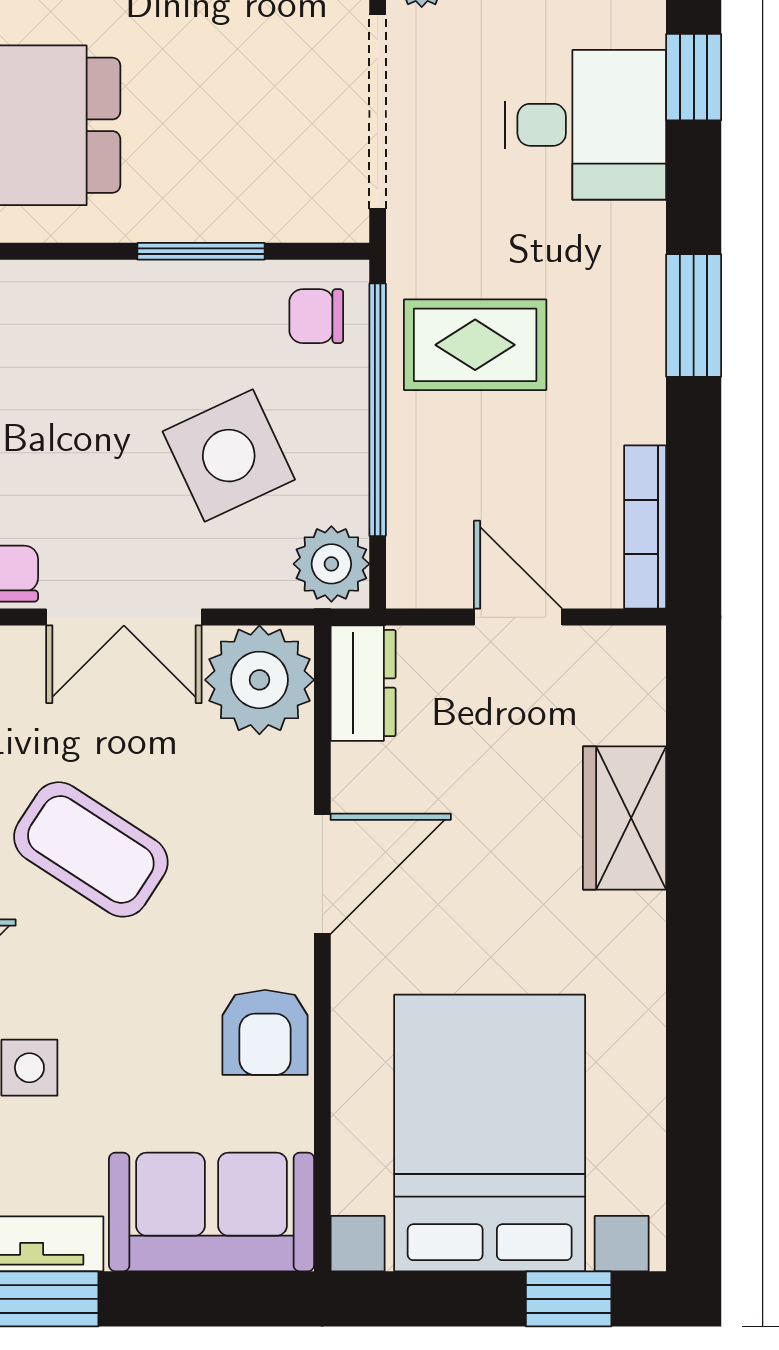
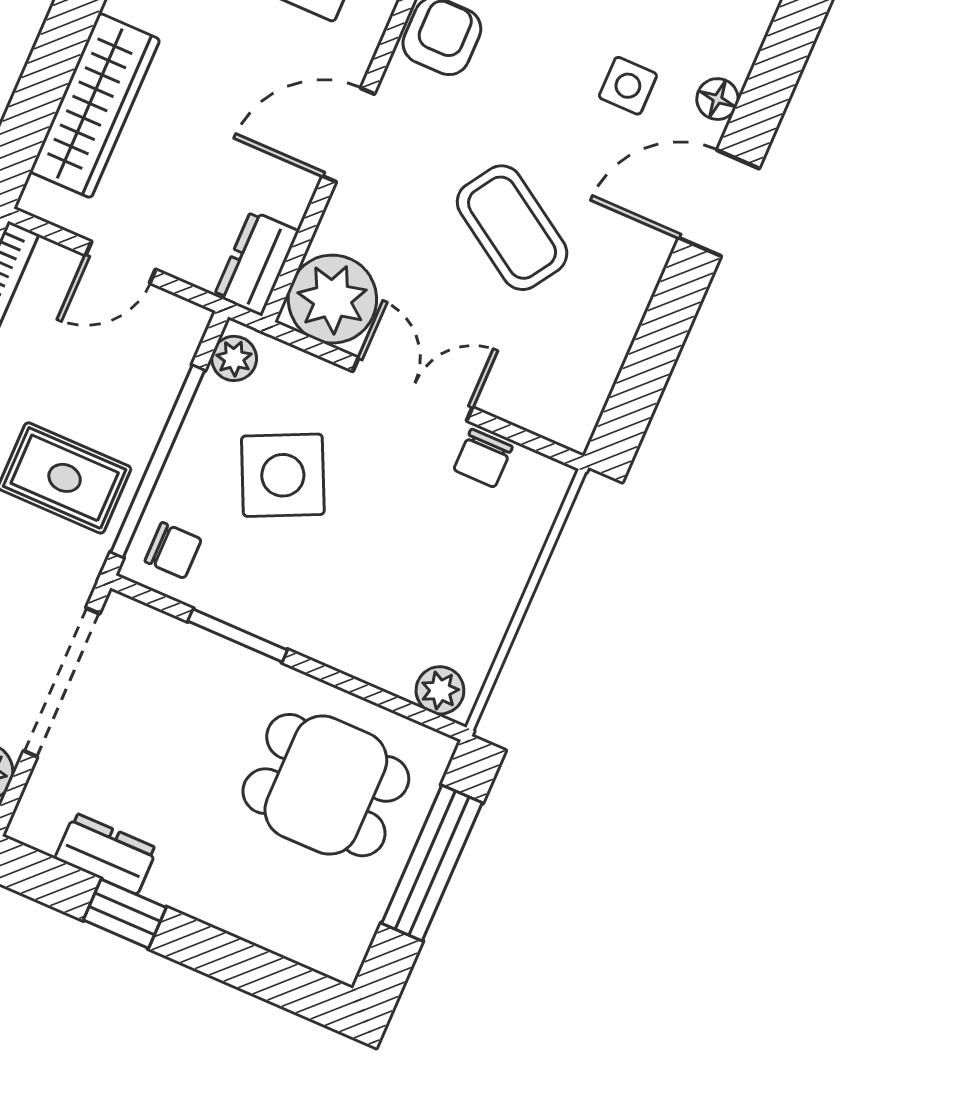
plant: (331, 564) -> (234, 358), width x0.73, depth x0.73
door: (518, 617) -> (121, 262), hinge flipped
wardrobe: (624, 818) -> (95, 106), width x1.50

